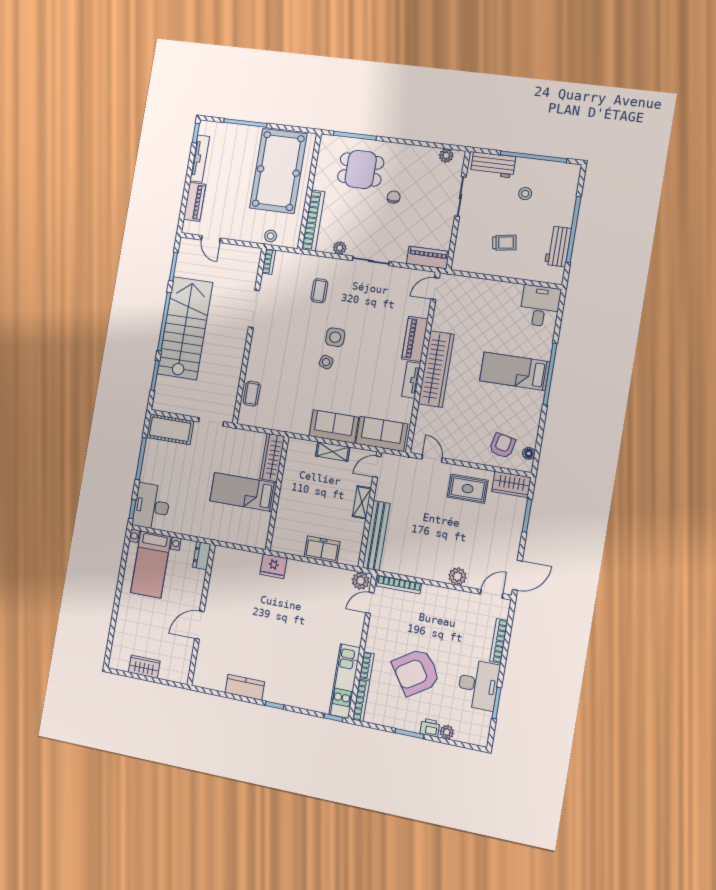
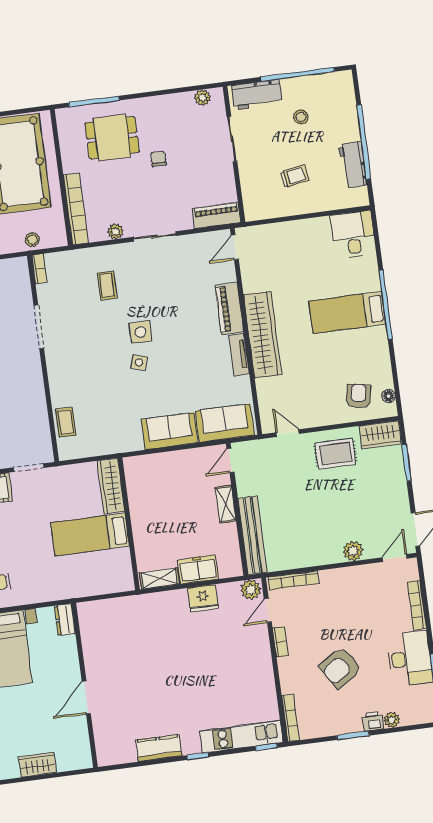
shelving: (333, 452) -> (159, 578), moved
fridge: (273, 566) -> (203, 598), moved
bookcase: (367, 666) -> (280, 642), moved
armchair: (416, 672) -> (340, 668), width x0.73, depth x0.73
kitchen unit: (345, 681) -> (241, 736), moved, turned 90

